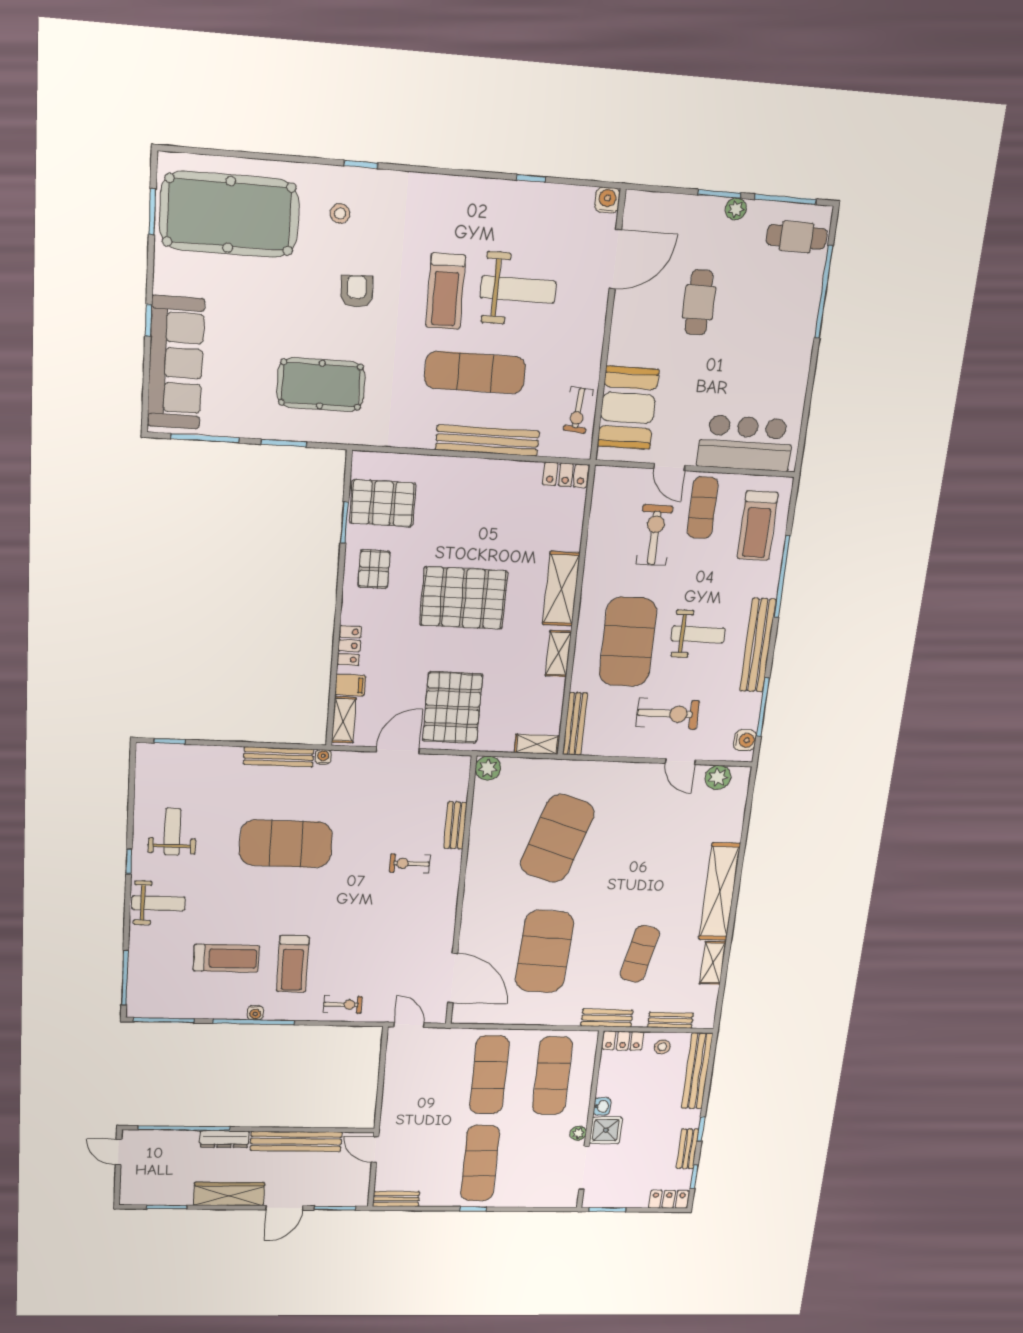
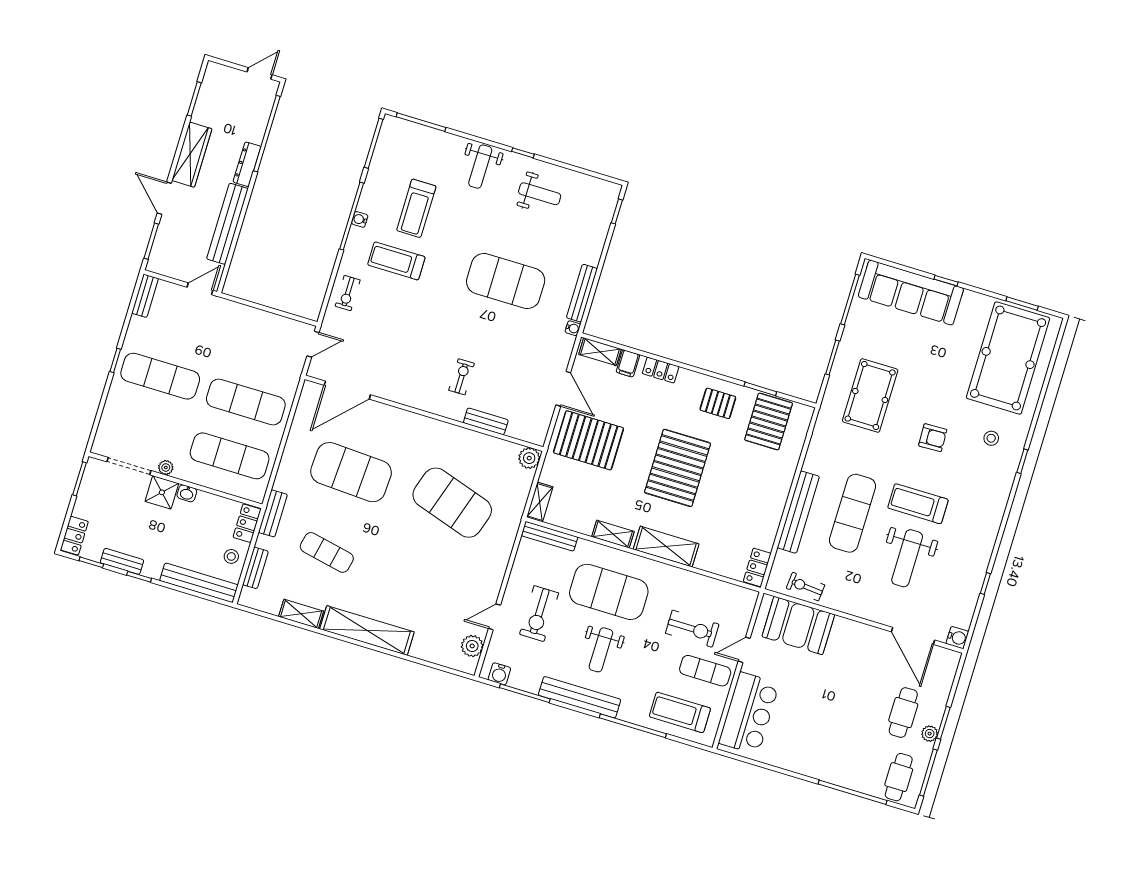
cafe table: (699, 302) -> (903, 713), moved, turned 90
exercise mat: (286, 844) -> (506, 281), turned 90

